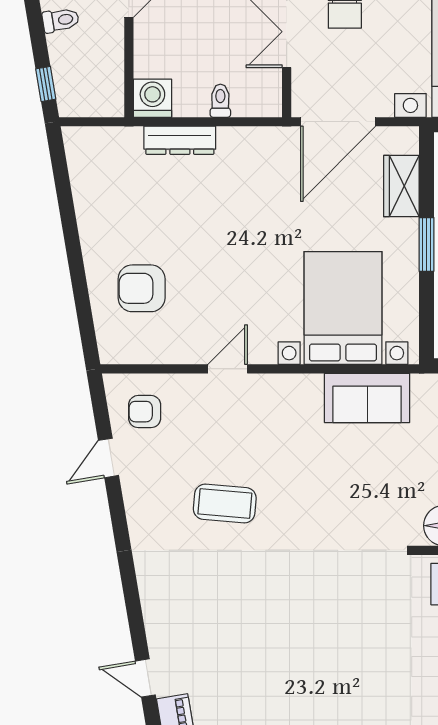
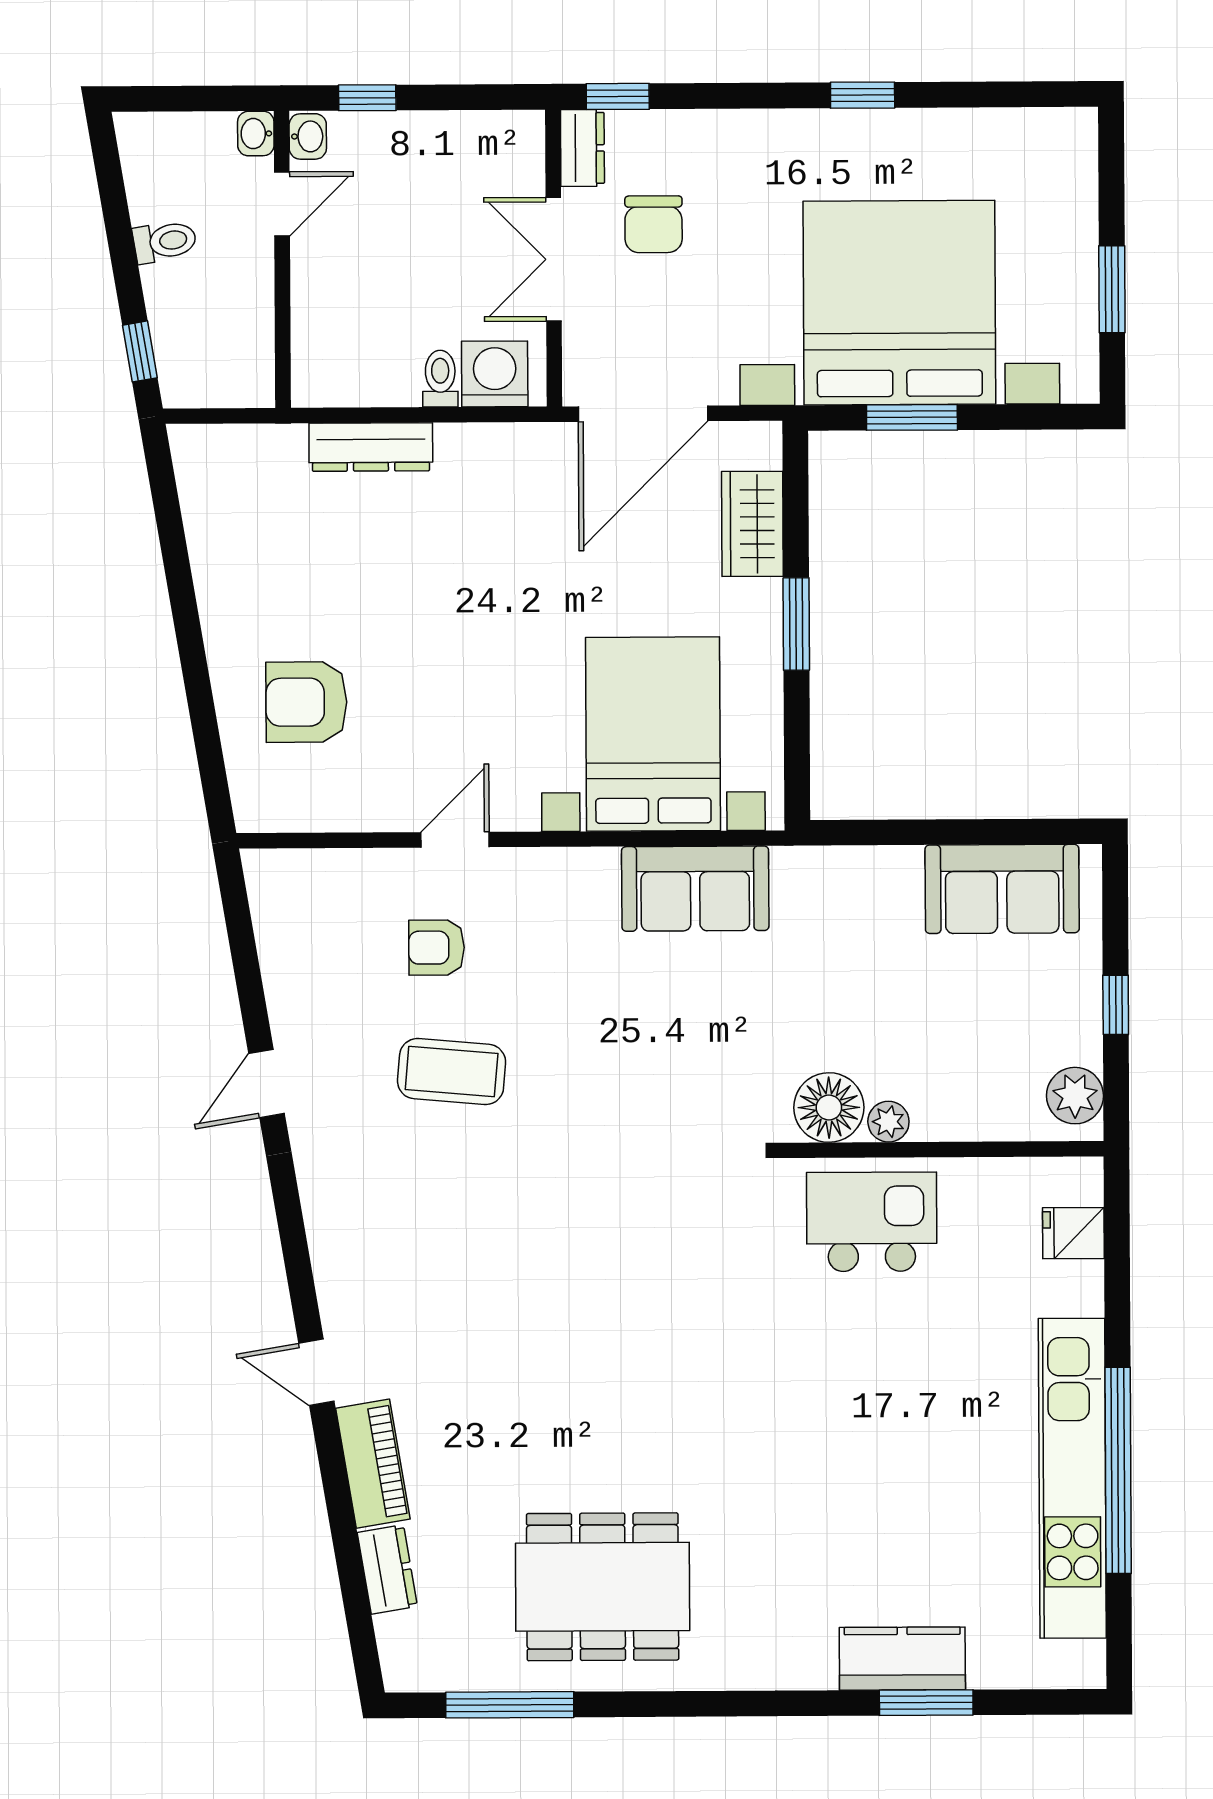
washing machine: (152, 98) -> (495, 374), moved
armchair: (145, 412) -> (437, 948), moved
door: (108, 458) -> (266, 1084), moved

